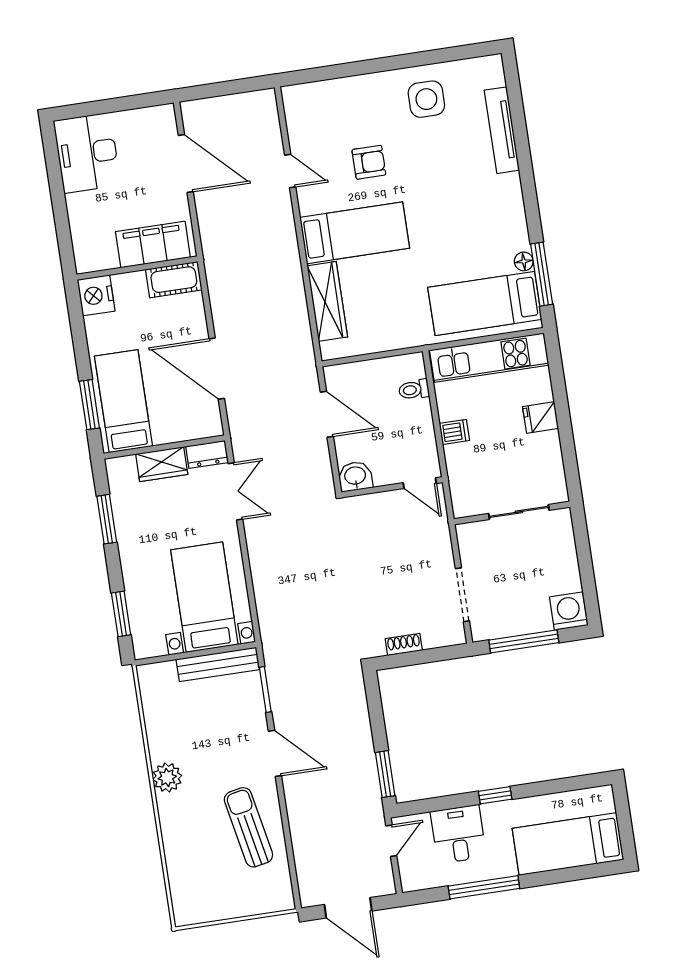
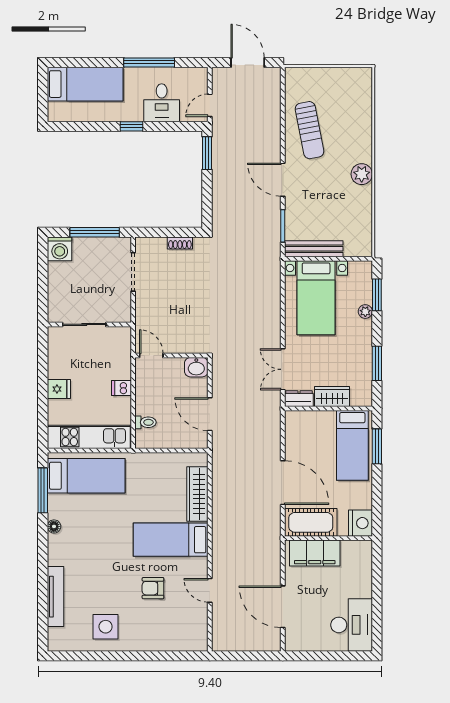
floor lamp: (524, 261) -> (54, 526), moved
cot: (174, 280) -> (311, 522), width x1.37, depth x1.34
door: (217, 369) -> (283, 483), moved
plant: (134, 588) -> (365, 312), added

